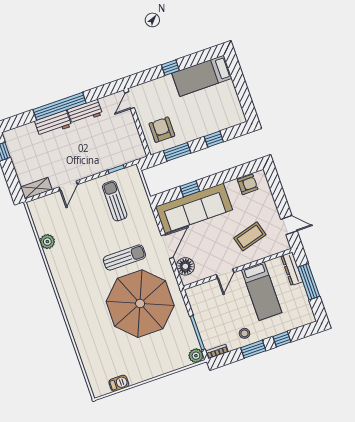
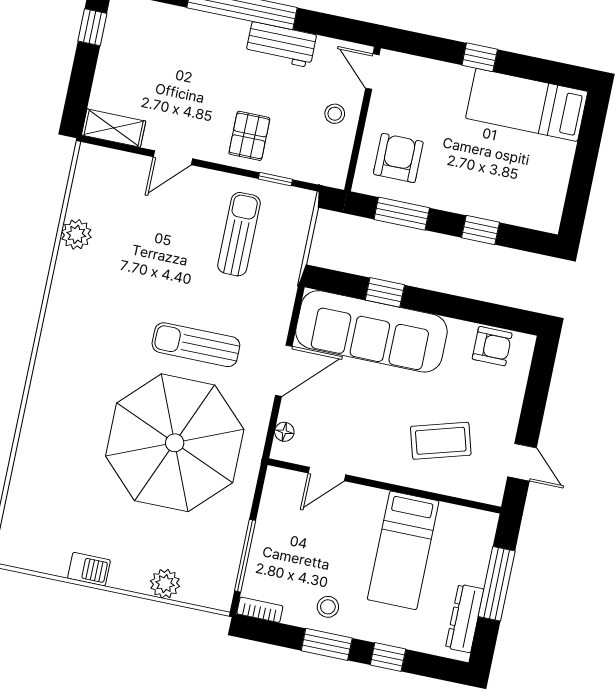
door: (130, 100) -> (372, 72), hinge flipped
workbench: (53, 123) -> (212, 31), removed
stool: (124, 127) -> (335, 114), added
pallet: (95, 158) -> (249, 136), added
sun lounger: (124, 257) -> (196, 345), turned 180
floor lamp: (185, 266) -> (284, 432), width x0.53, depth x0.53
dresser: (292, 269) -> (465, 618), moved
door: (225, 274) -> (327, 474), moved
plant: (196, 356) -> (165, 584), moved
barbecue: (119, 383) -> (89, 569), moved

